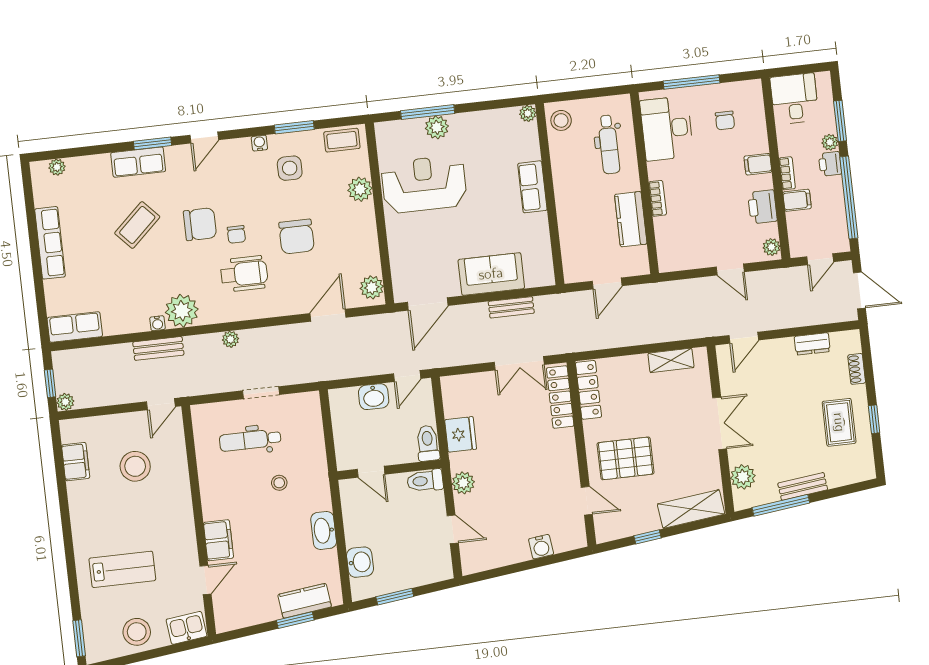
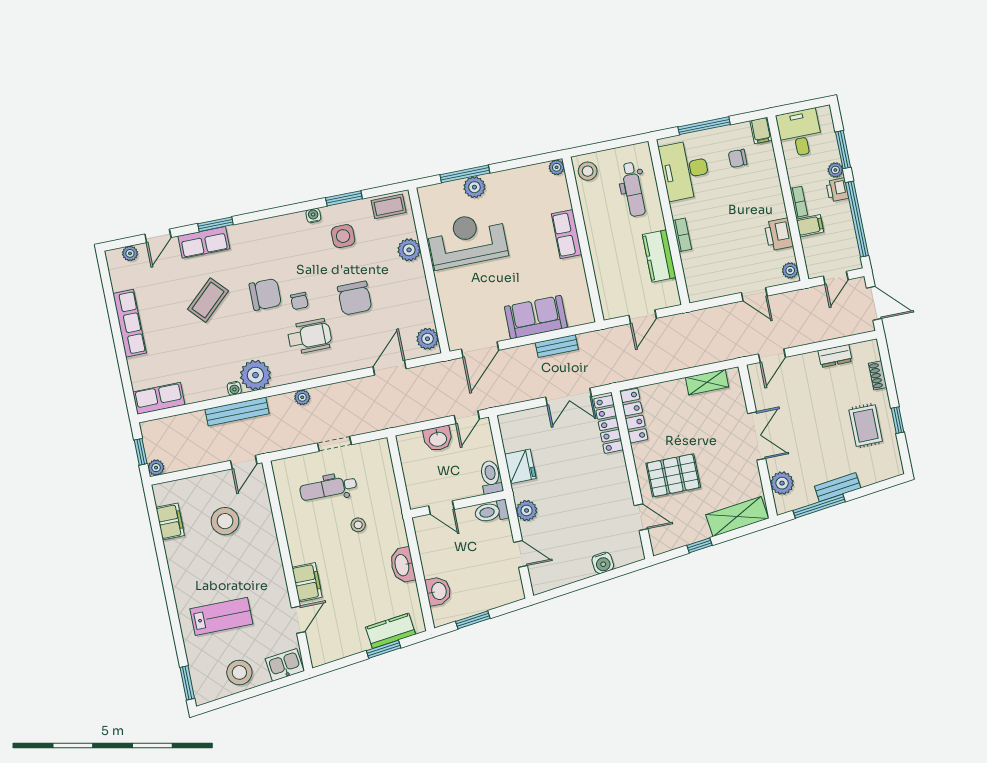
chair: (725, 120) -> (738, 158), turned 90
door: (204, 138) -> (158, 236), moved
filing cabinet: (758, 164) -> (761, 130), moved, turned -90
bench: (158, 348) -> (237, 411), width x1.36

